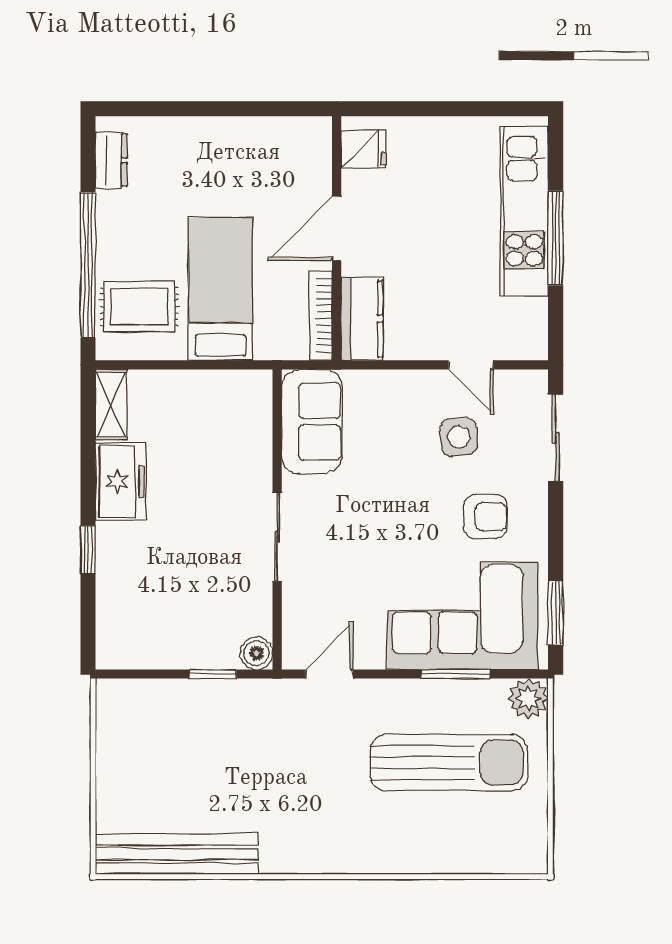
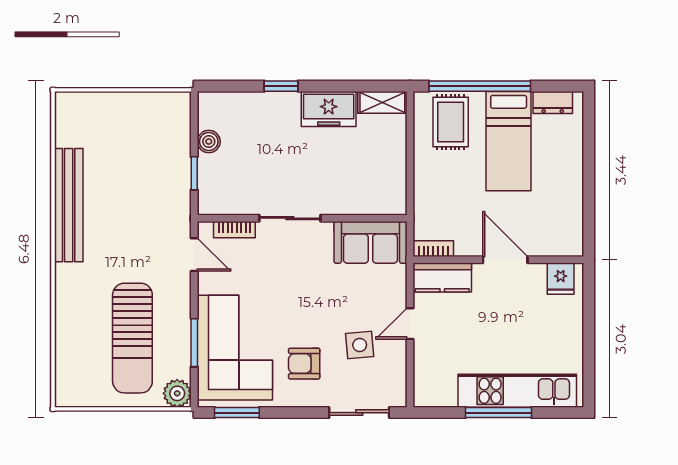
bed: (221, 289) -> (509, 141), moved, turned 90
bookcase: (321, 315) -> (433, 249), width x0.64
door: (471, 365) -> (410, 324), moved
armchair: (485, 517) -> (304, 364), turned 90
bookcase: (293, 616) -> (234, 230), added
boiler: (256, 653) -> (209, 142), moved
bench: (177, 854) -> (69, 205), moved

